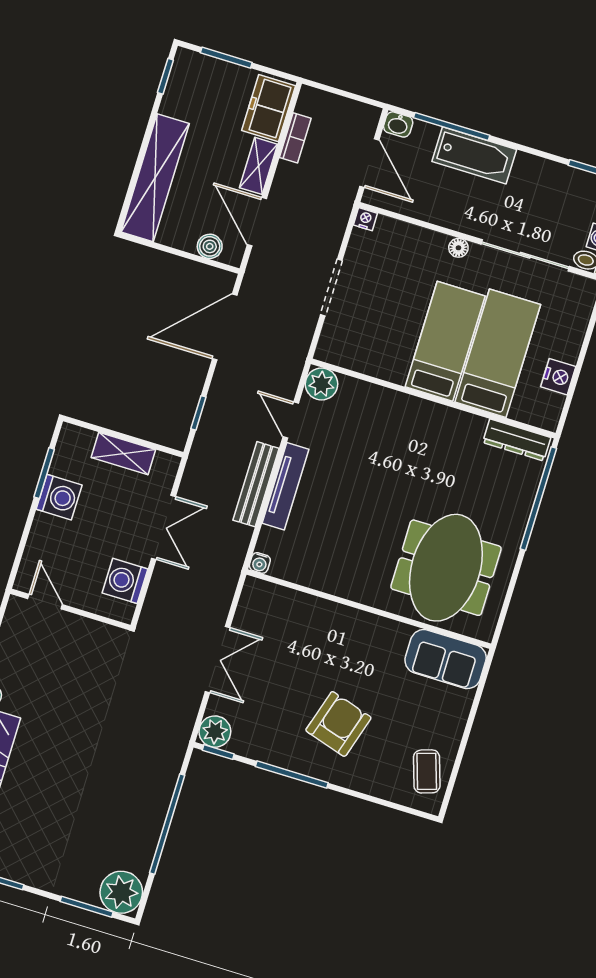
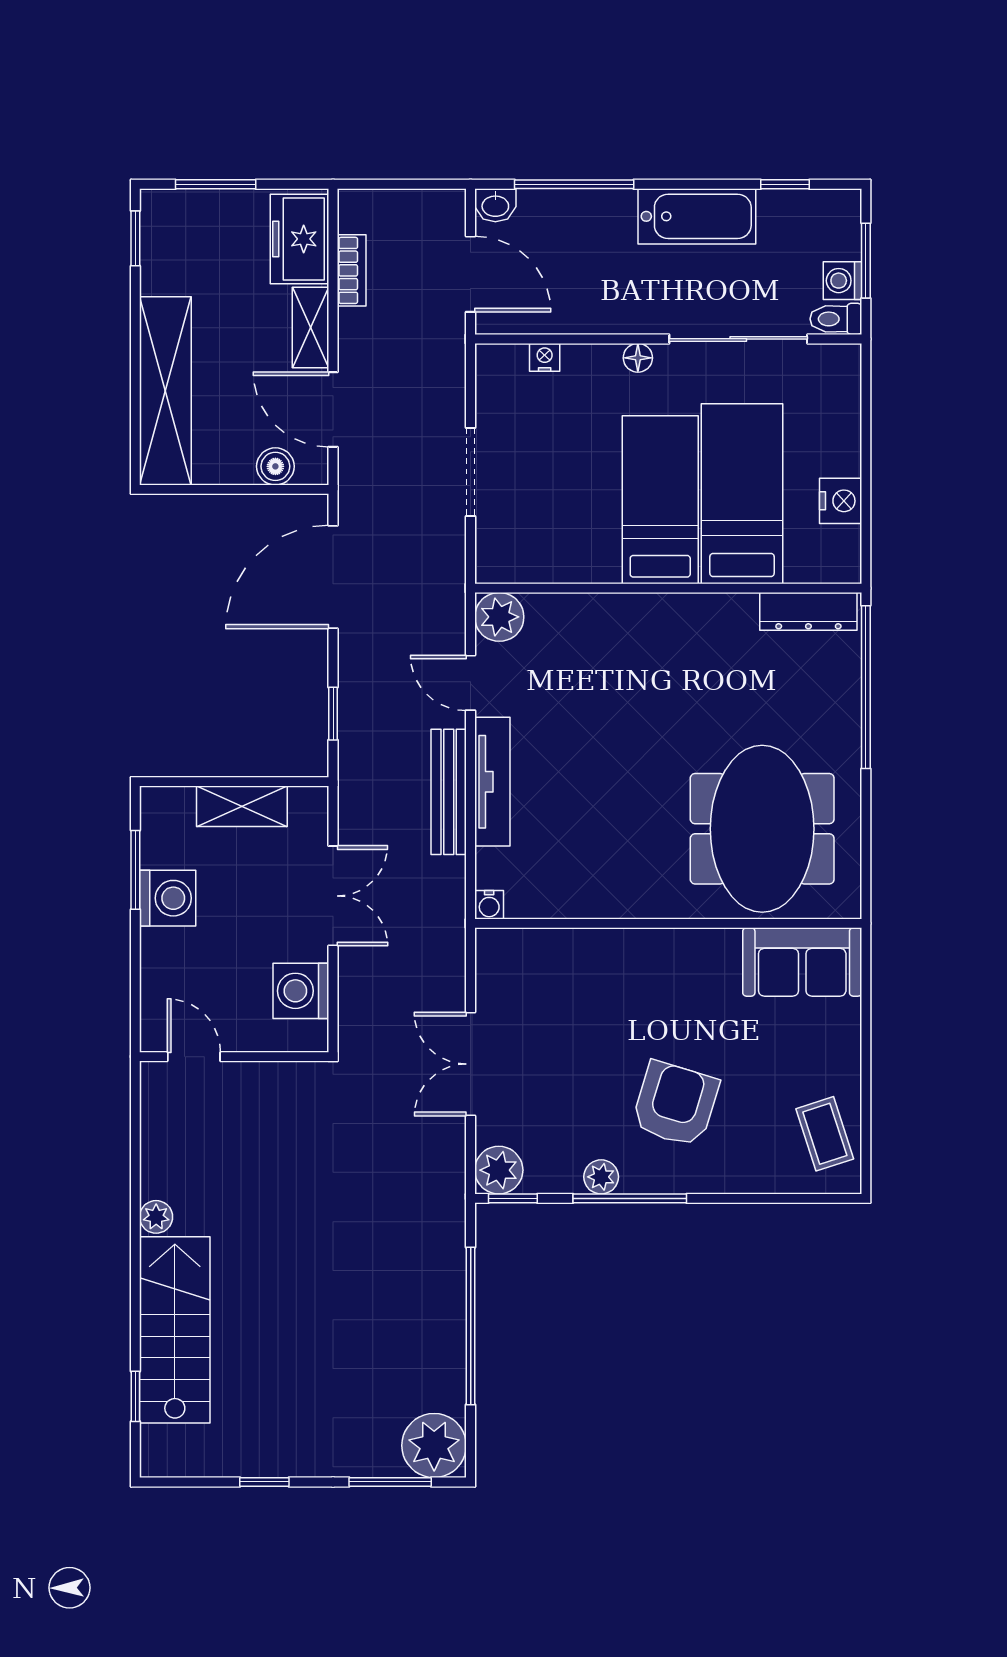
bathtub: (474, 155) -> (697, 216), moved
nightstand: (365, 219) -> (545, 357), moved
double door: (217, 660) -> (471, 1064), swing flipped
plant: (278, 756) -> (601, 1177), added

